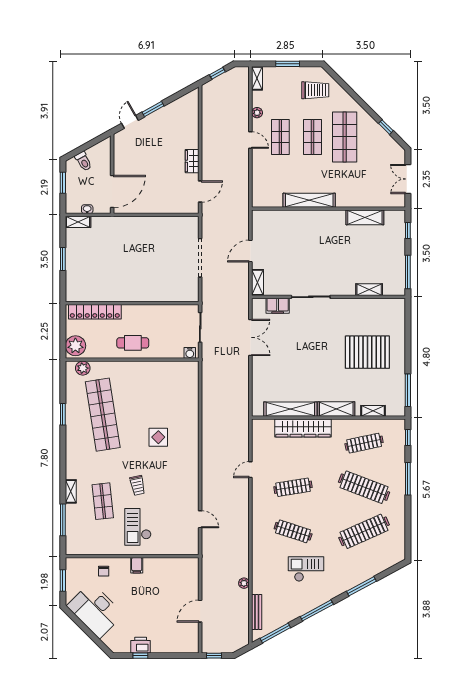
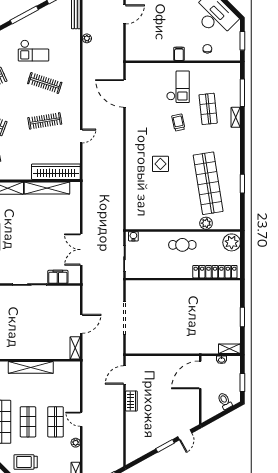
shelving: (258, 282) -> (75, 348), moved
plant: (83, 368) -> (206, 223), moved
wardrobe: (303, 428) -> (56, 172), moved
door: (200, 519) -> (124, 93), width x1.88

